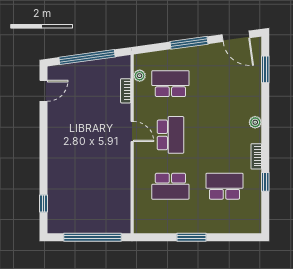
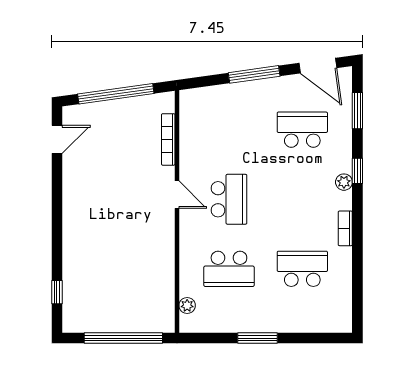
plant: (140, 76) -> (187, 305), moved
school desk: (170, 84) -> (302, 130), moved
bookcase: (126, 91) -> (168, 139), width x1.56
window: (265, 182) -> (357, 171), moved

